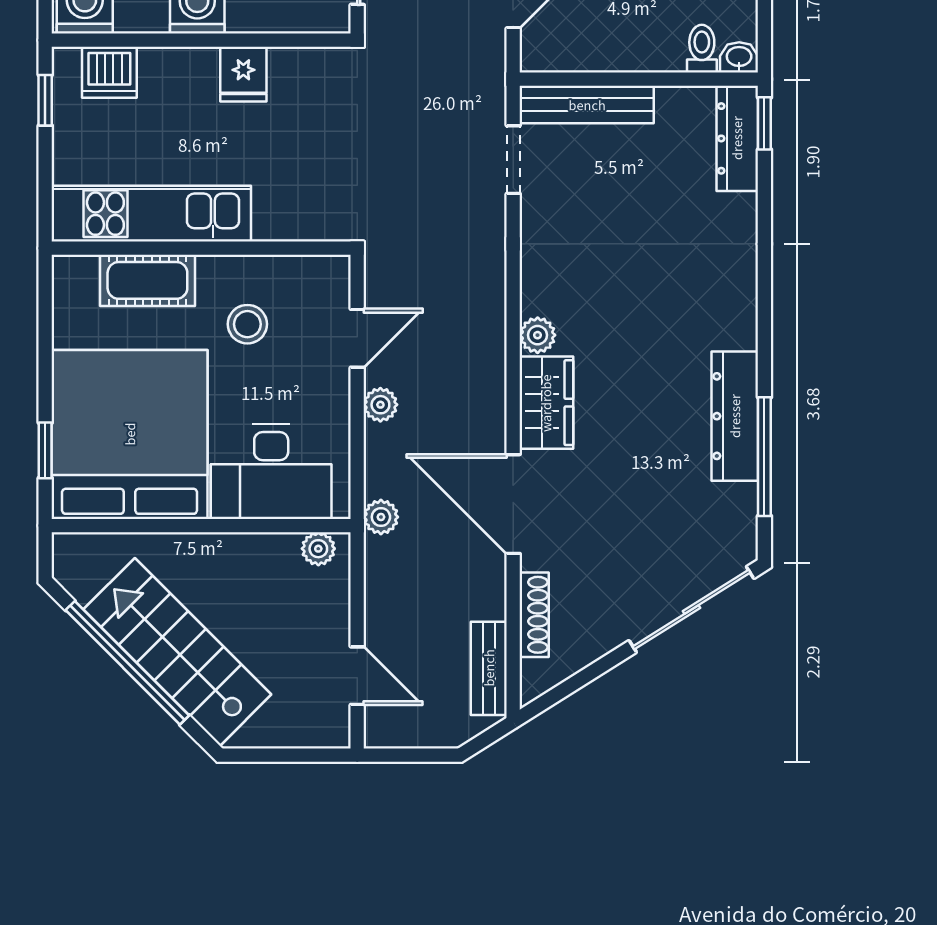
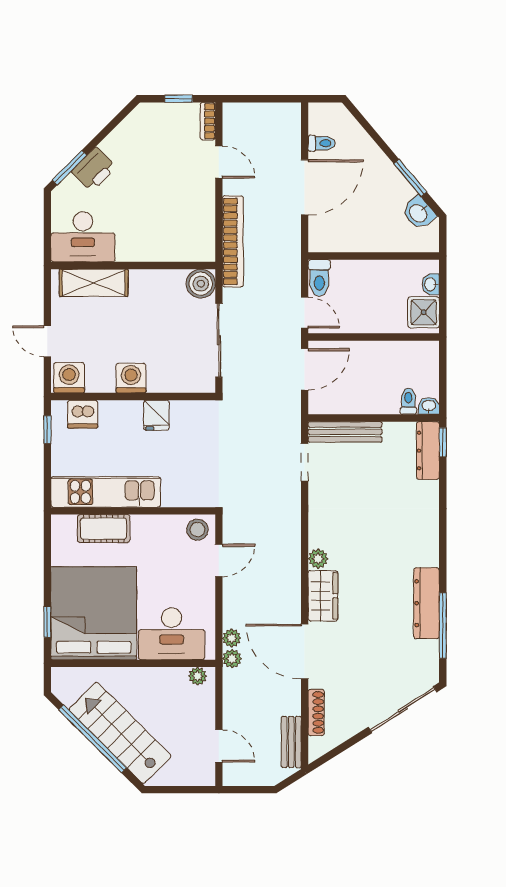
stool: (247, 324) -> (197, 530), moved
plant: (380, 405) -> (232, 638), moved

